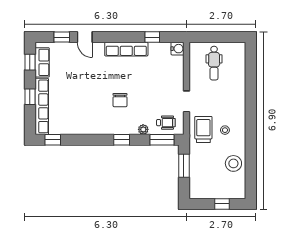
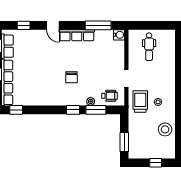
door: (85, 37) -> (53, 25), moved
window: (152, 37) -> (98, 25), width x2.17
window: (162, 140) -> (96, 110), moved
window: (184, 166) -> (124, 142), moved

